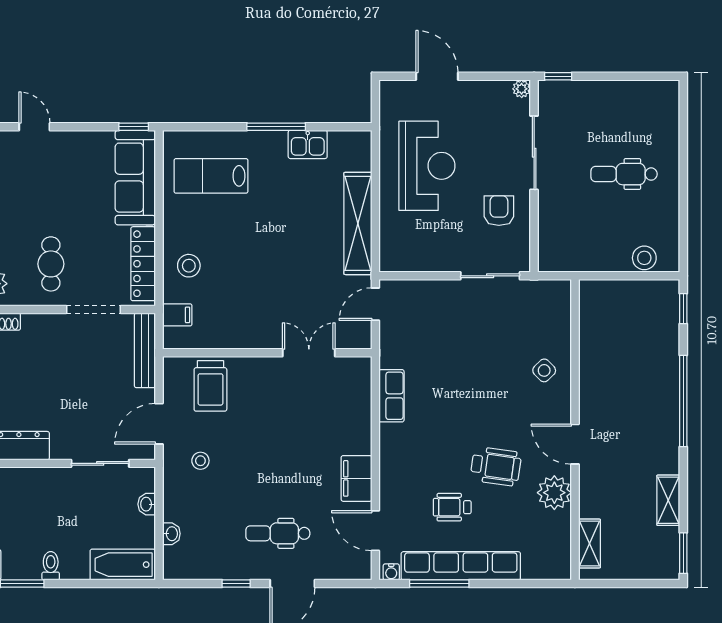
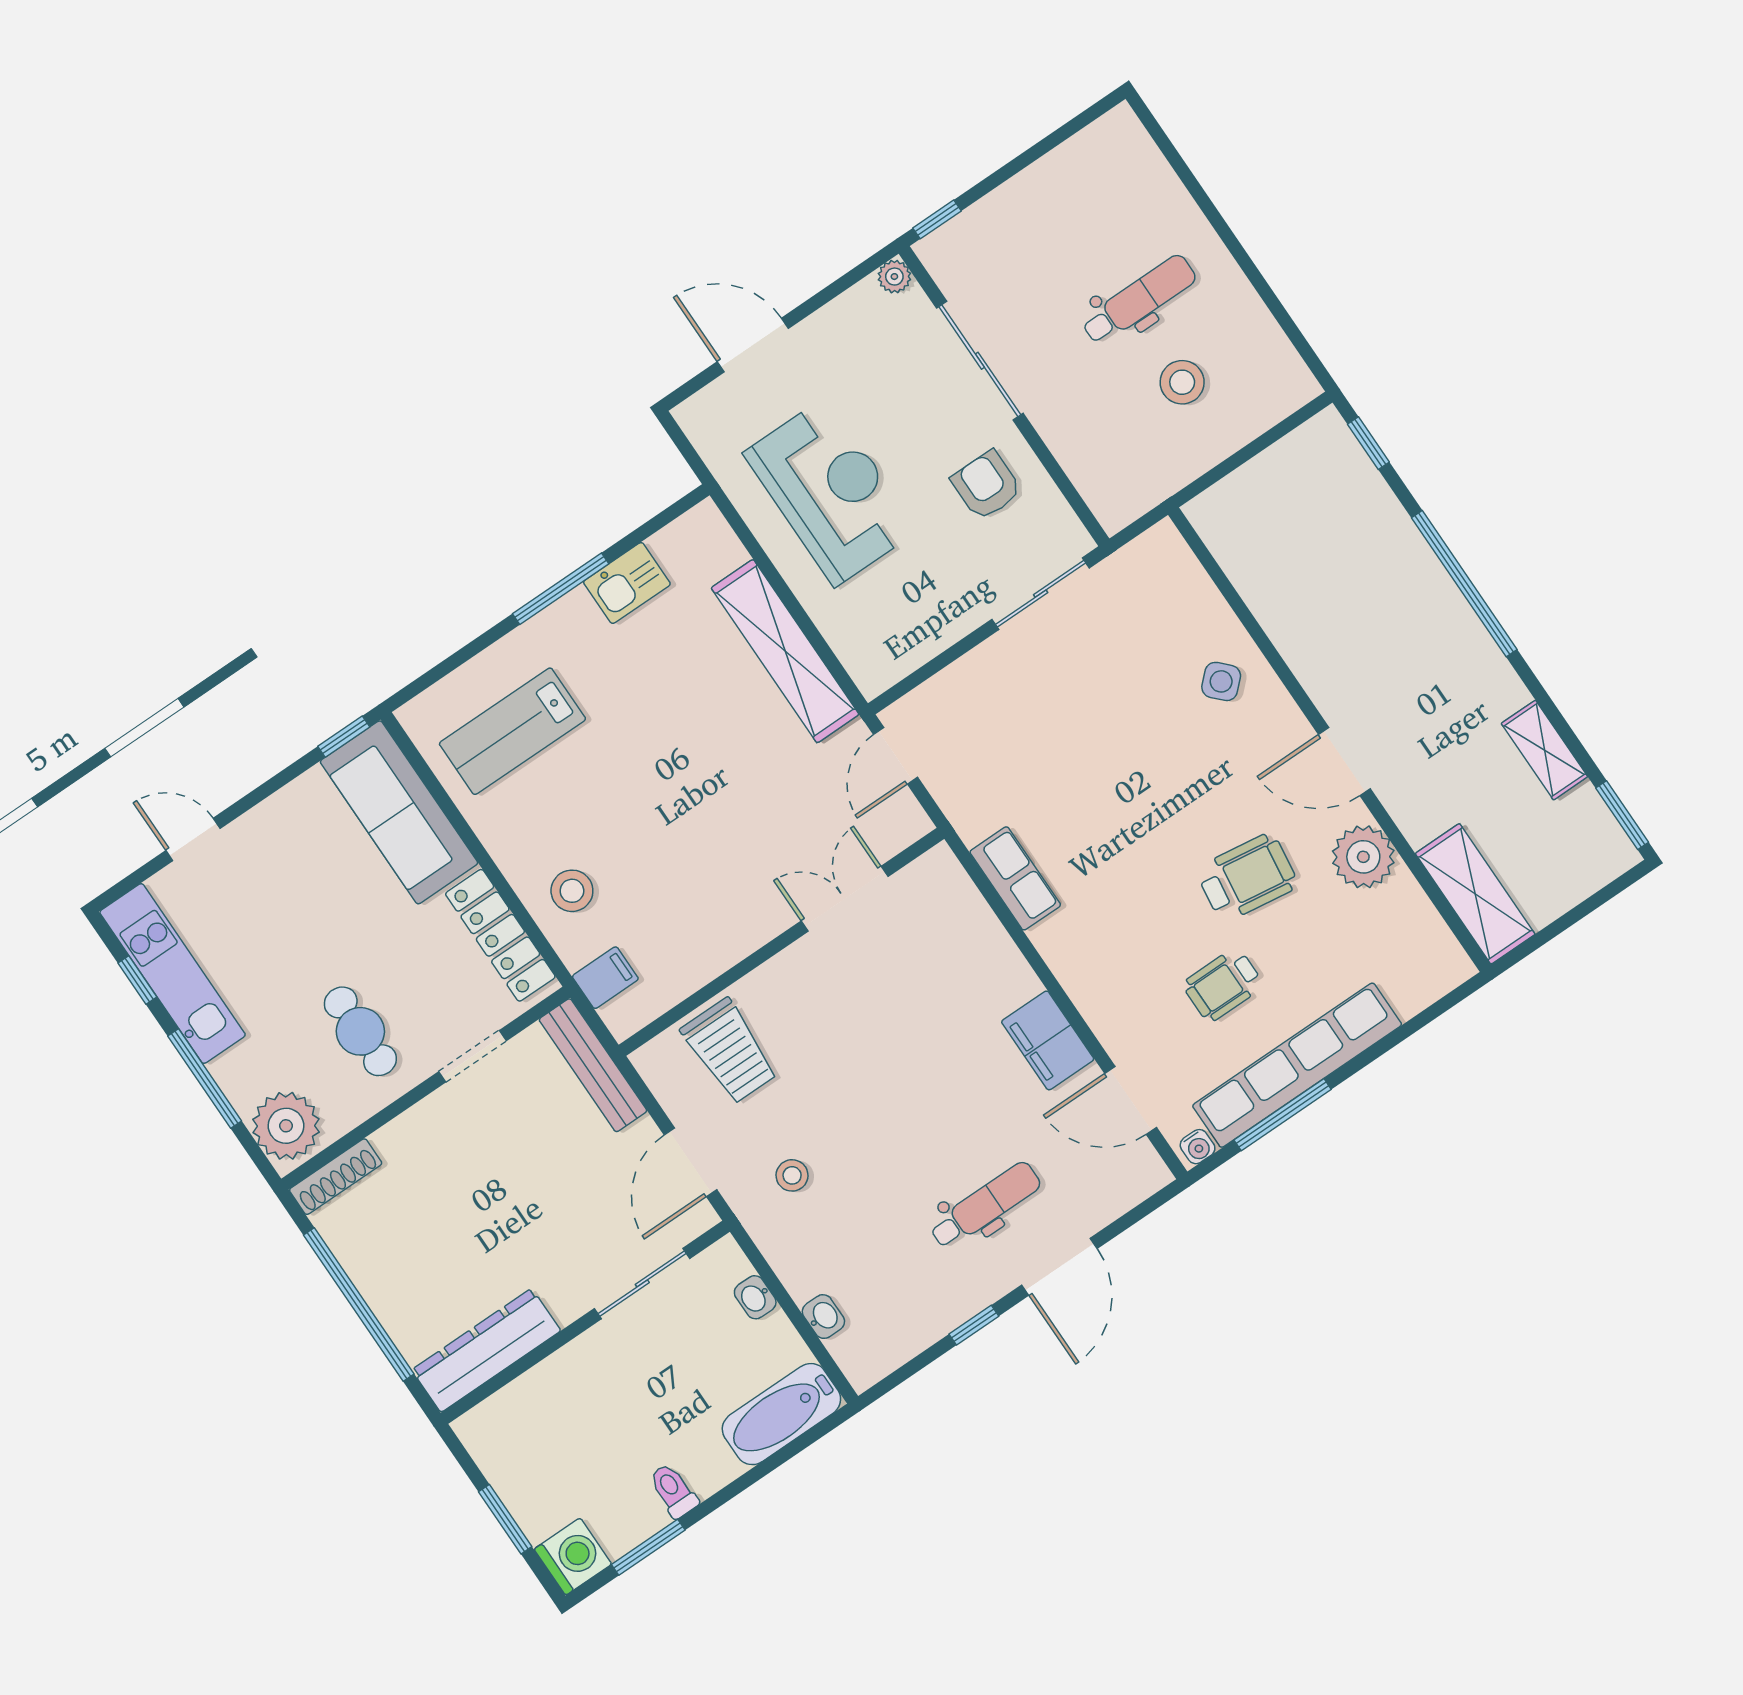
dental chair: (624, 174) -> (1139, 300), turned 180
stool: (644, 258) -> (1182, 382), moved
doorway: (94, 309) -> (472, 1056), width x0.73
dental chair: (278, 533) -> (985, 1205), turned 180
shelving: (590, 543) -> (1475, 894), width x1.50, depth x1.33

